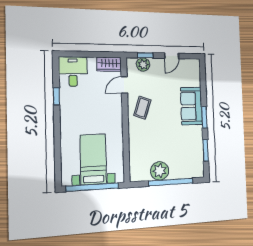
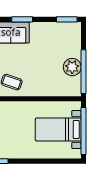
window: (206, 150) -> (67, 19), moved
window: (171, 182) -> (83, 72), moved

